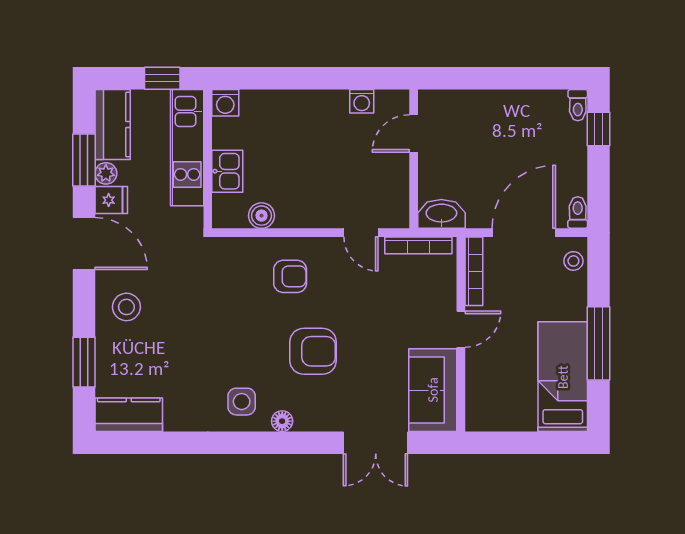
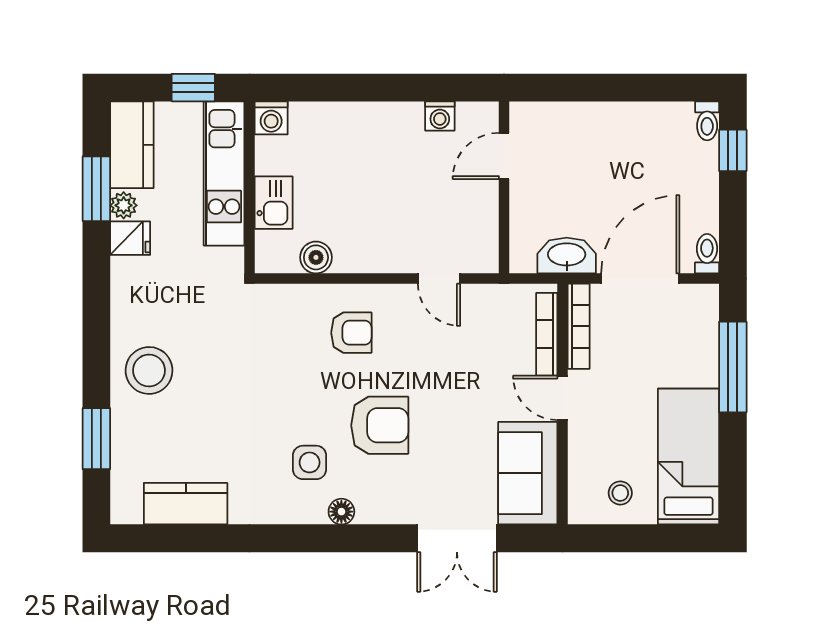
washbasin: (441, 214) -> (567, 255), moved
door: (84, 244) -> (96, 292), removed
bookcase: (418, 245) -> (547, 334), moved, turned 90
stool: (573, 261) -> (620, 493), moved
stool: (126, 307) -> (149, 370), width x1.38, depth x1.38
door: (461, 329) -> (563, 398), swing flipped
window: (599, 343) -> (733, 367), moved
side table: (242, 402) -> (310, 462), moved
kitchen counter: (129, 415) -> (186, 504), moved

